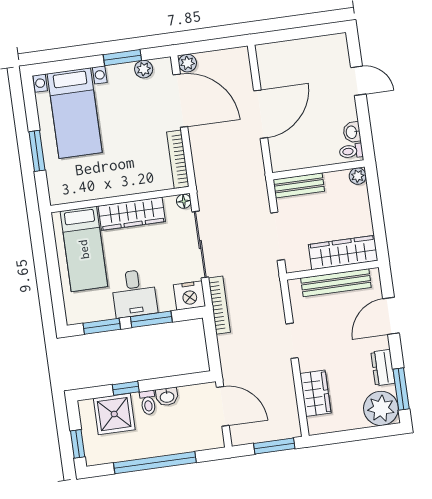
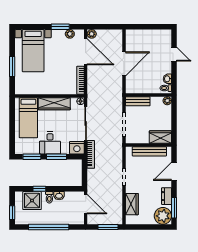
wardrobe: (343, 253) -> (160, 137), width x0.67

